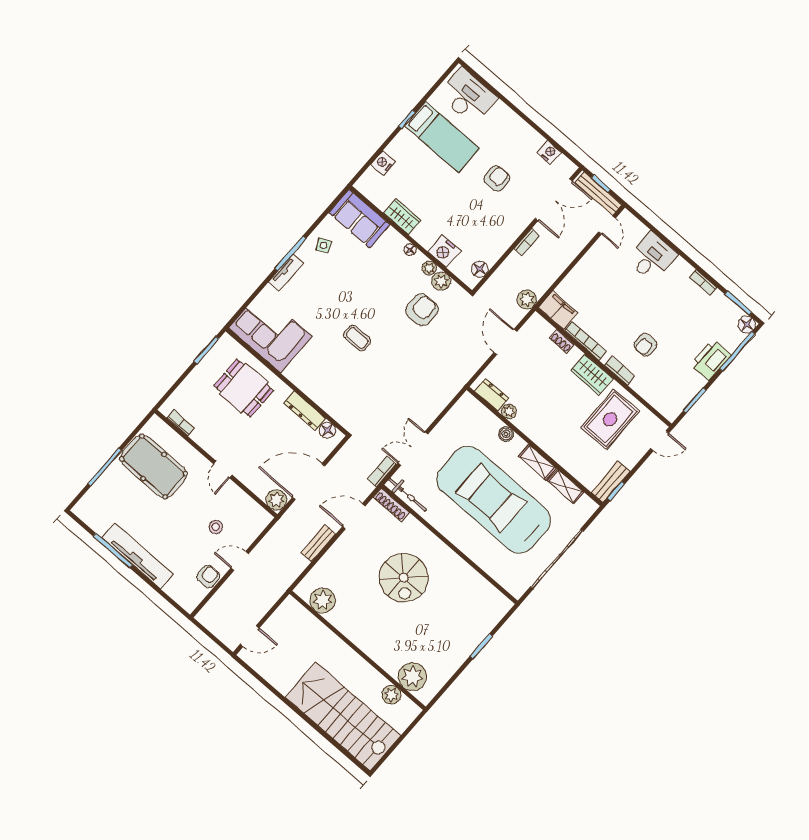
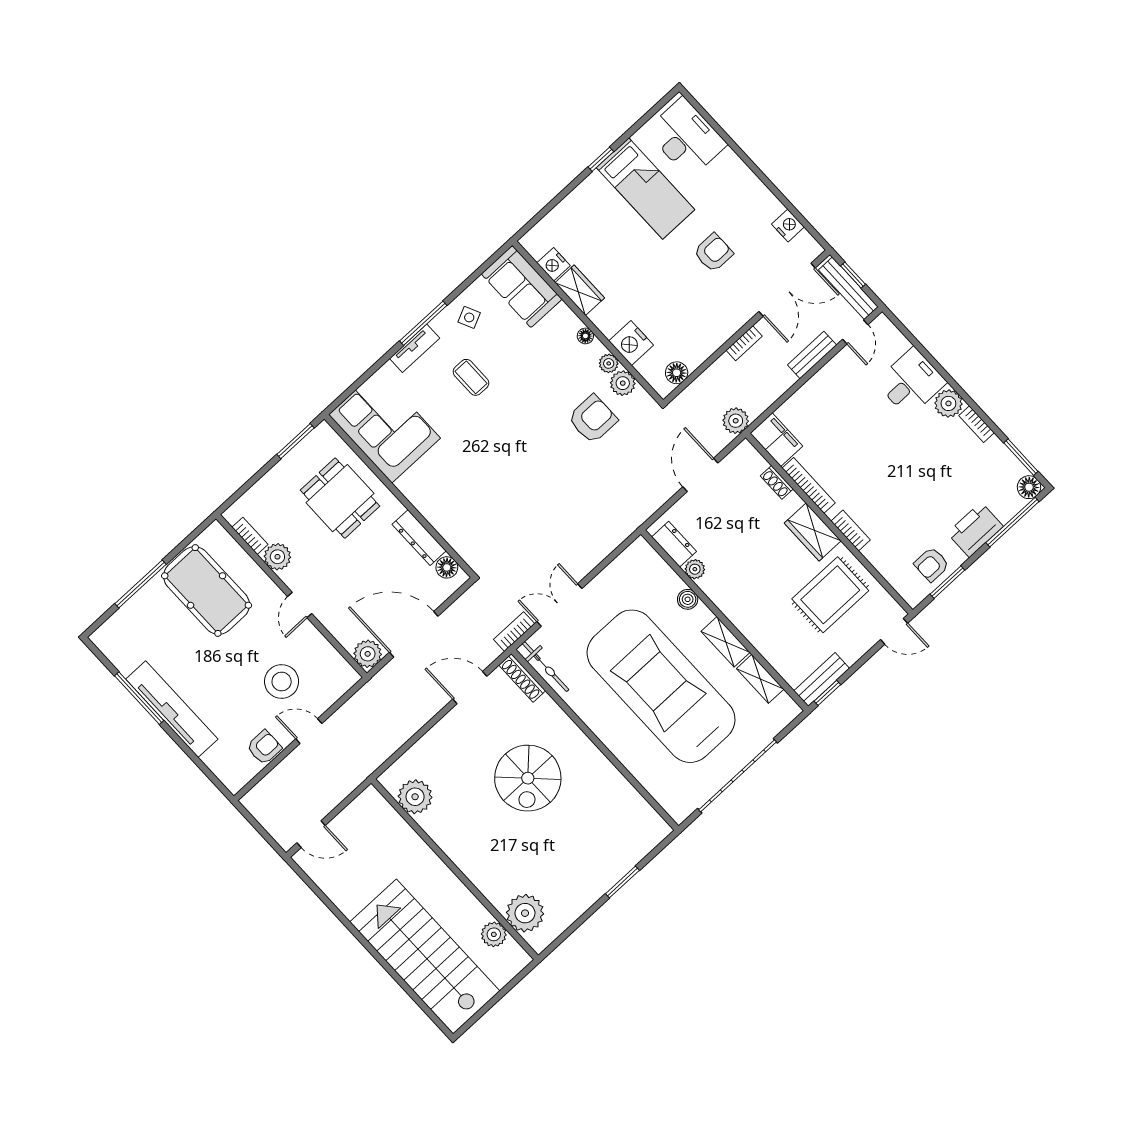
nightstand: (383, 163) -> (554, 264), moved, turned -90
plant: (681, 270) -> (948, 403), added
coffee table: (357, 338) -> (471, 377), moved
armchair: (645, 345) -> (932, 564), moved
plant: (203, 436) -> (277, 557), added
stool: (216, 527) -> (282, 681), width x1.89, depth x1.89
bench: (318, 543) -> (812, 355), moved

